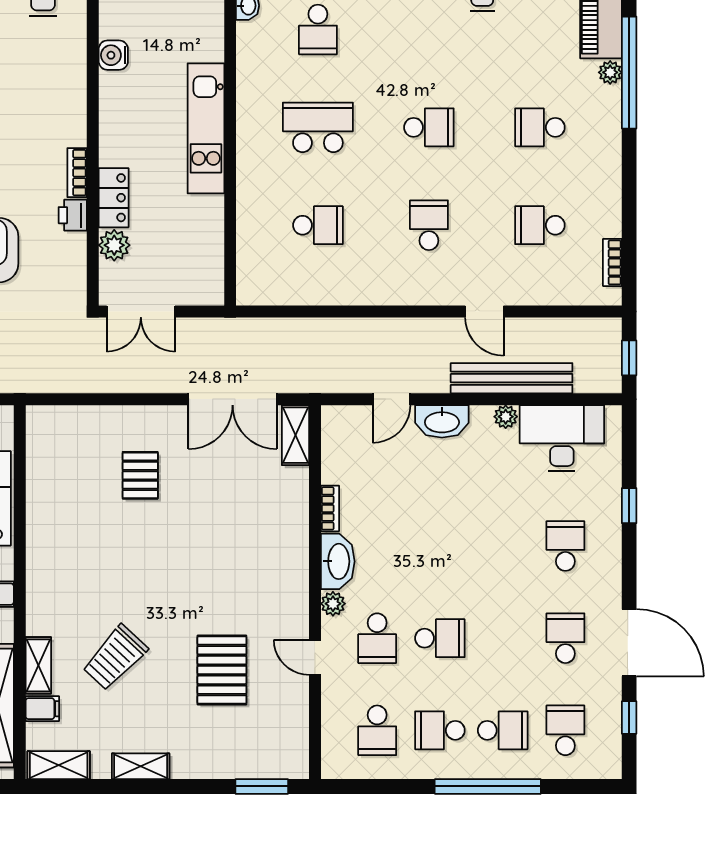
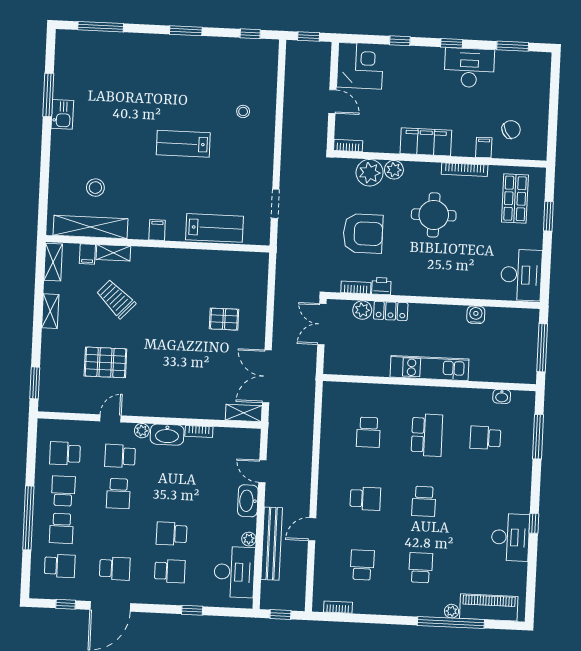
bookcase: (77, 173) -> (356, 287), moved
school desk: (503, 546) -> (172, 534), added

